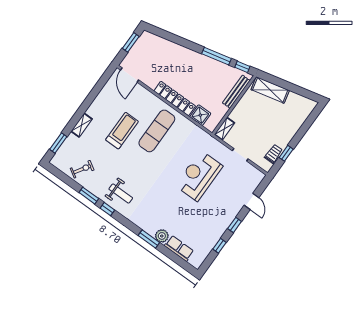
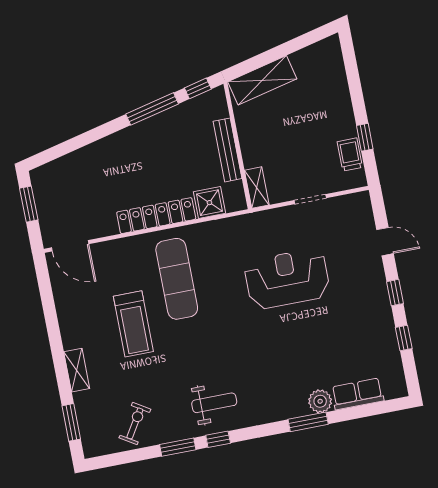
bench: (236, 92) -> (228, 150), moved
treadmill: (122, 131) -> (133, 324), turned 180
reception desk: (199, 176) -> (287, 279), turned 90

